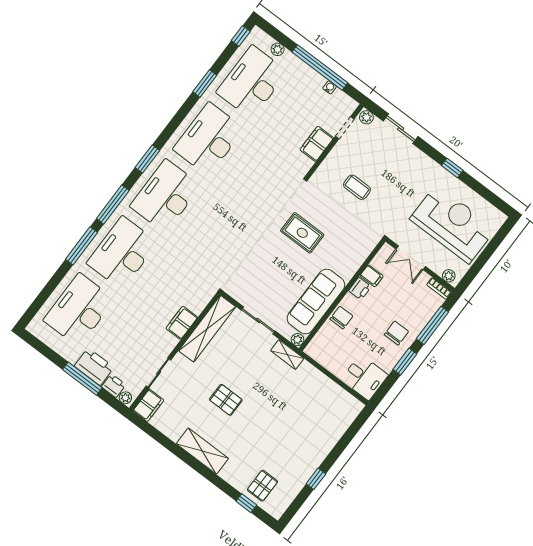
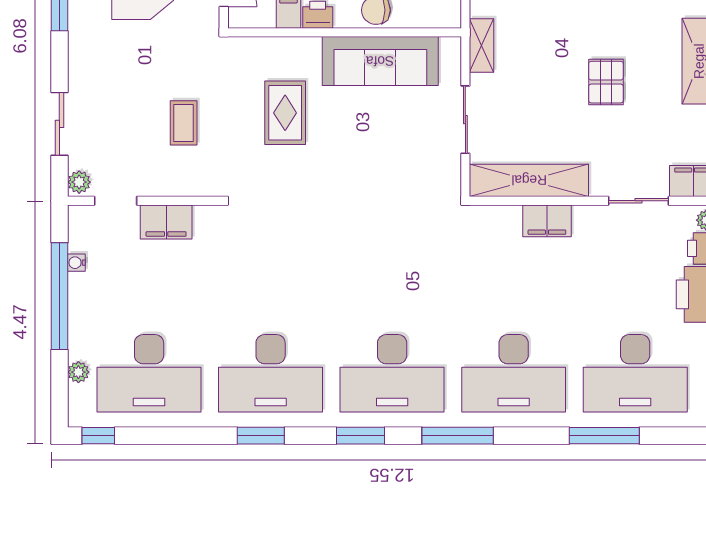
window: (205, 83) -> (261, 436), moved
rug: (302, 233) -> (285, 113), moved
window: (82, 246) -> (604, 436), moved
plant: (297, 340) -> (451, 47), removed

